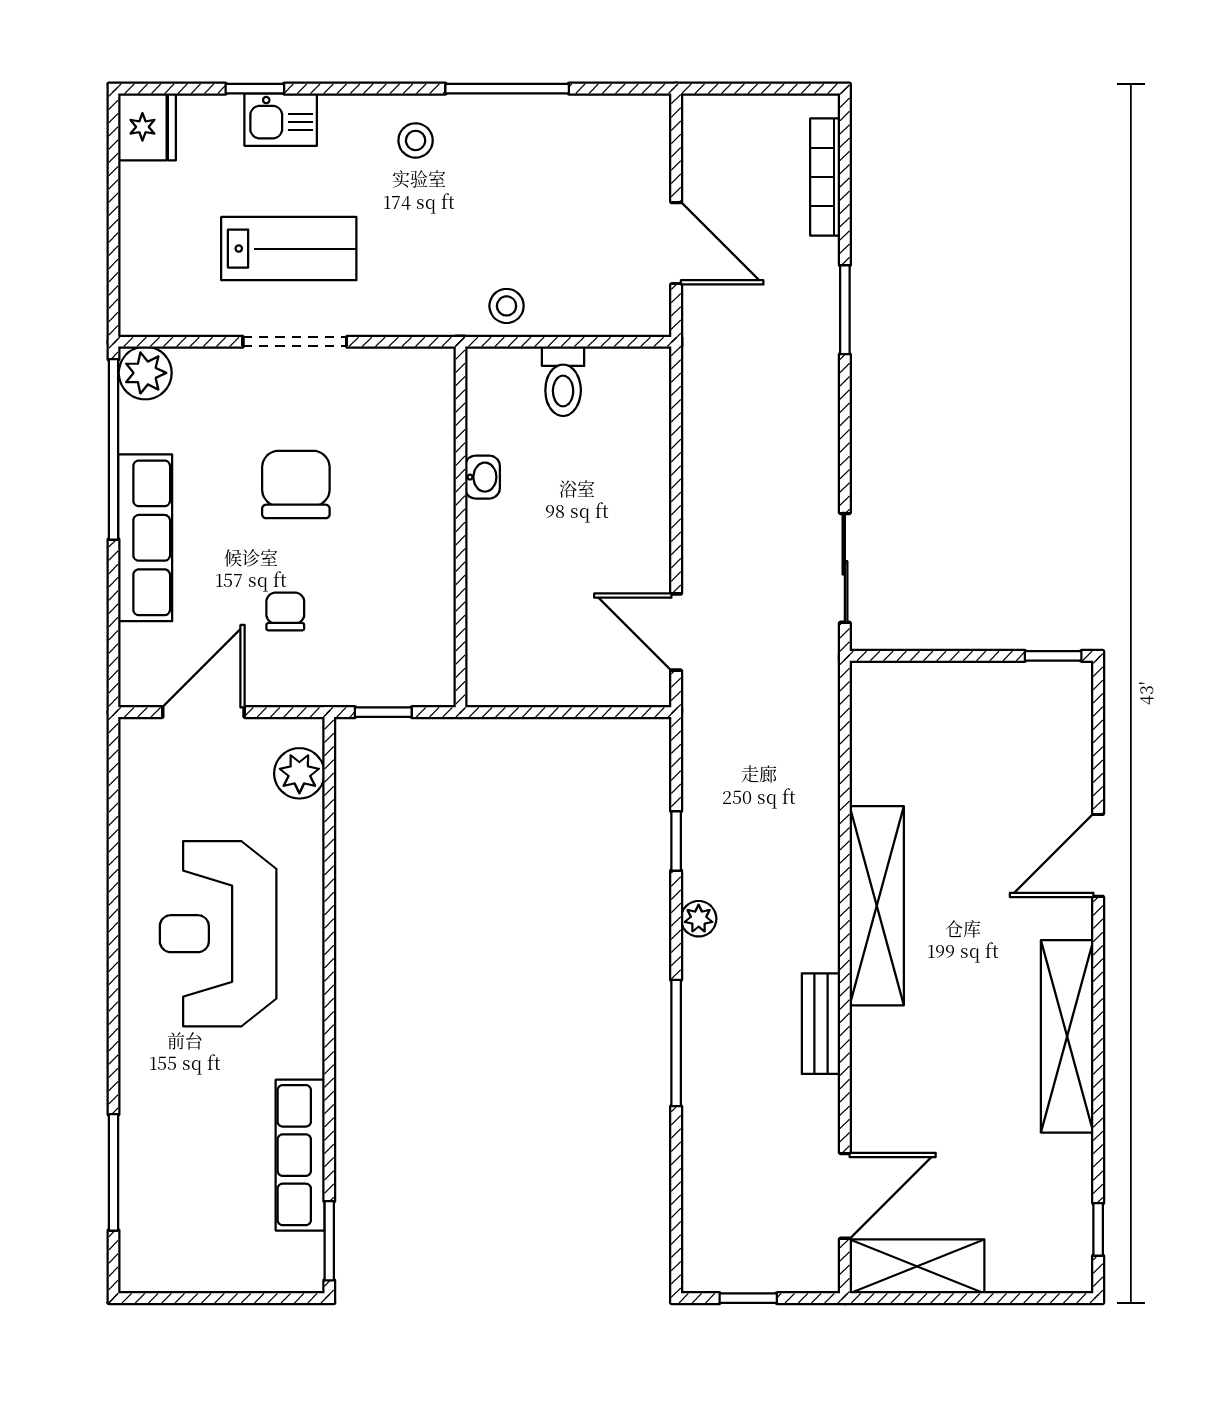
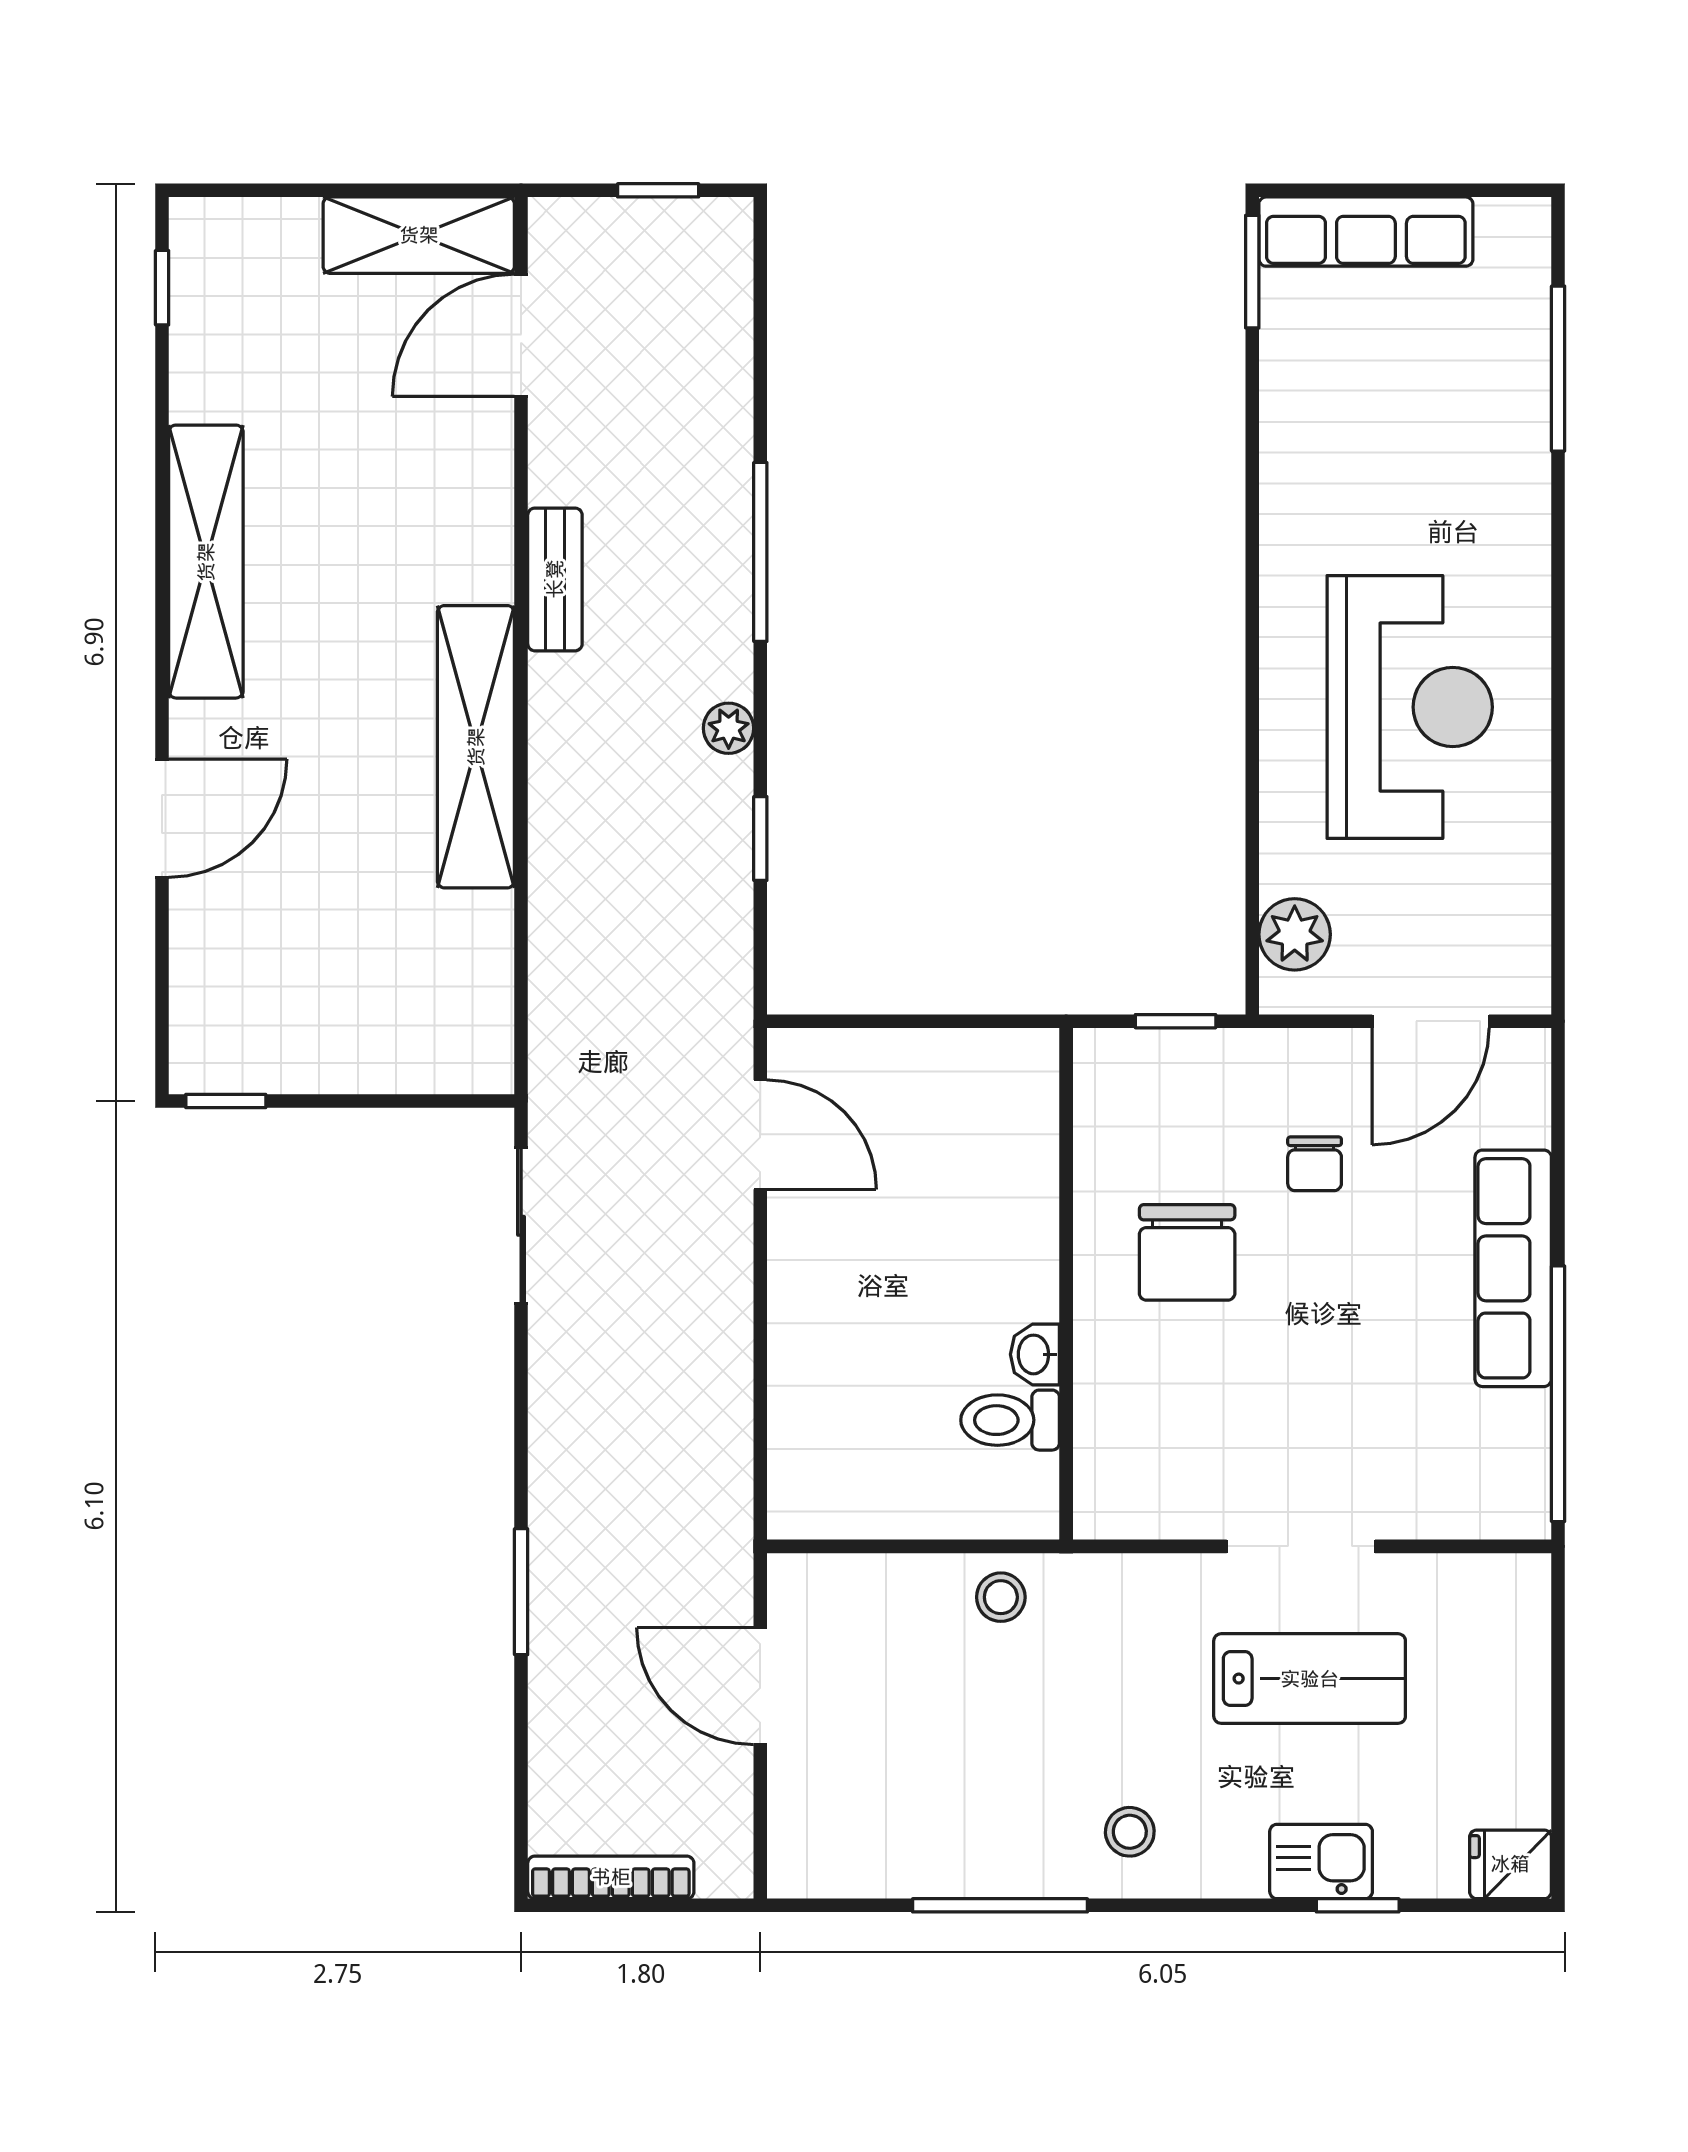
fridge: (147, 127) -> (1510, 1864), width x0.72
bookcase: (825, 177) -> (611, 1877), moved, turned -90
lab bench: (289, 249) -> (1310, 1679), turned 180
plant: (145, 373) -> (1513, 1502), removed
toilet: (563, 381) -> (1010, 1420), moved, turned -90
chair: (296, 485) -> (1187, 1252), moved
row of seats: (300, 1155) -> (1366, 232), moved, turned 90

